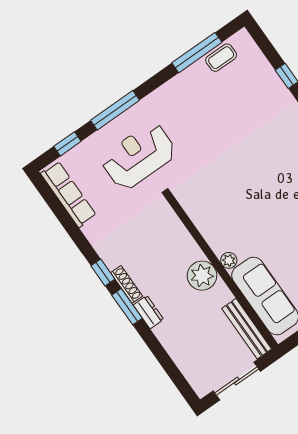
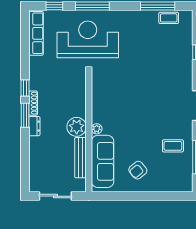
reception desk: (139, 156) -> (88, 39), width x1.36, depth x1.30
bench: (247, 329) -> (80, 158), moved

